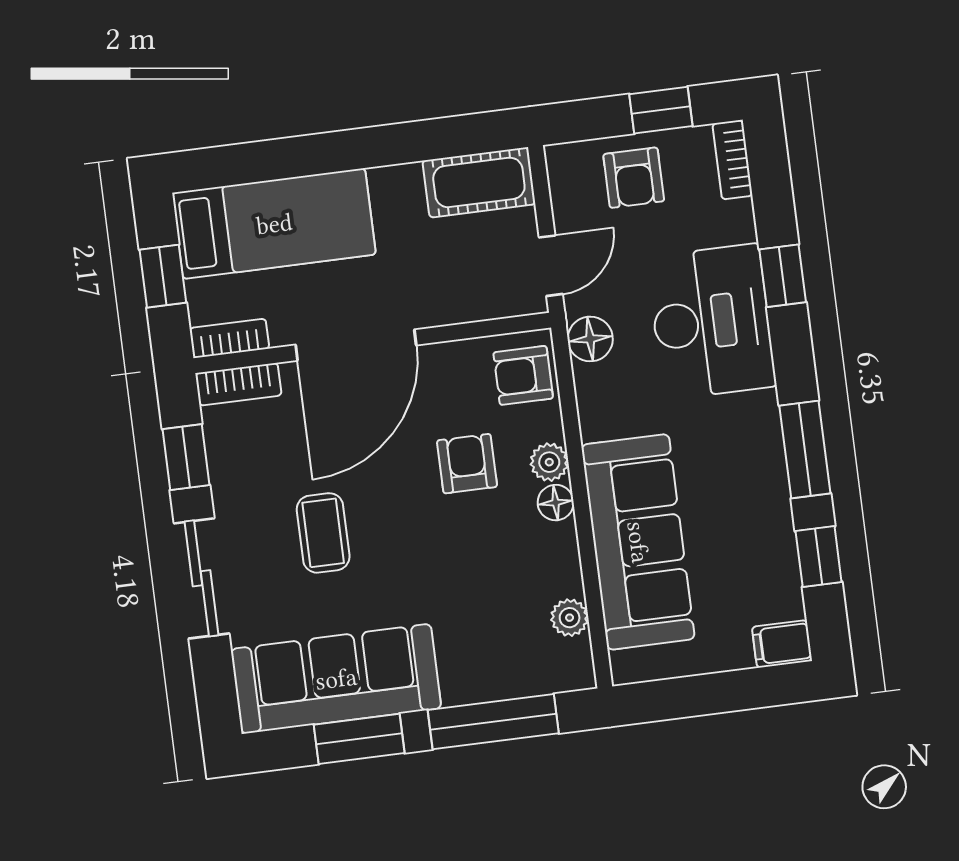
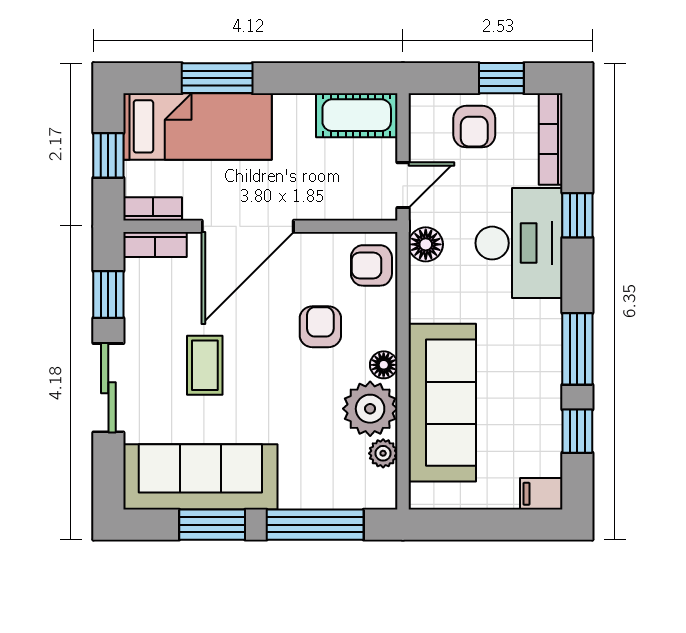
window: (291, 157) -> (217, 78), added
bookcase: (732, 160) -> (551, 139), width x1.56
plant: (549, 462) -> (370, 409), moved, width x1.88, depth x1.88

